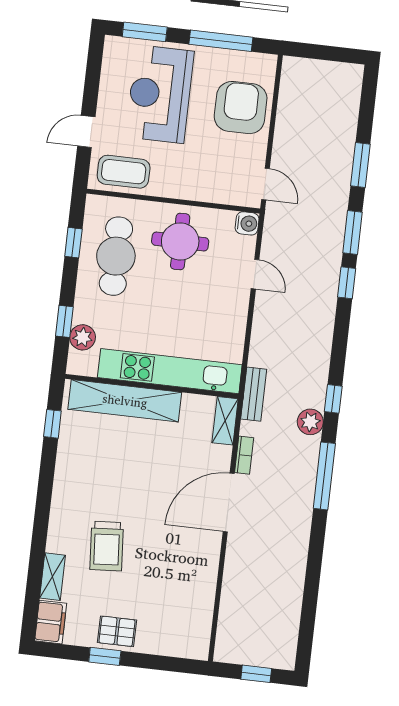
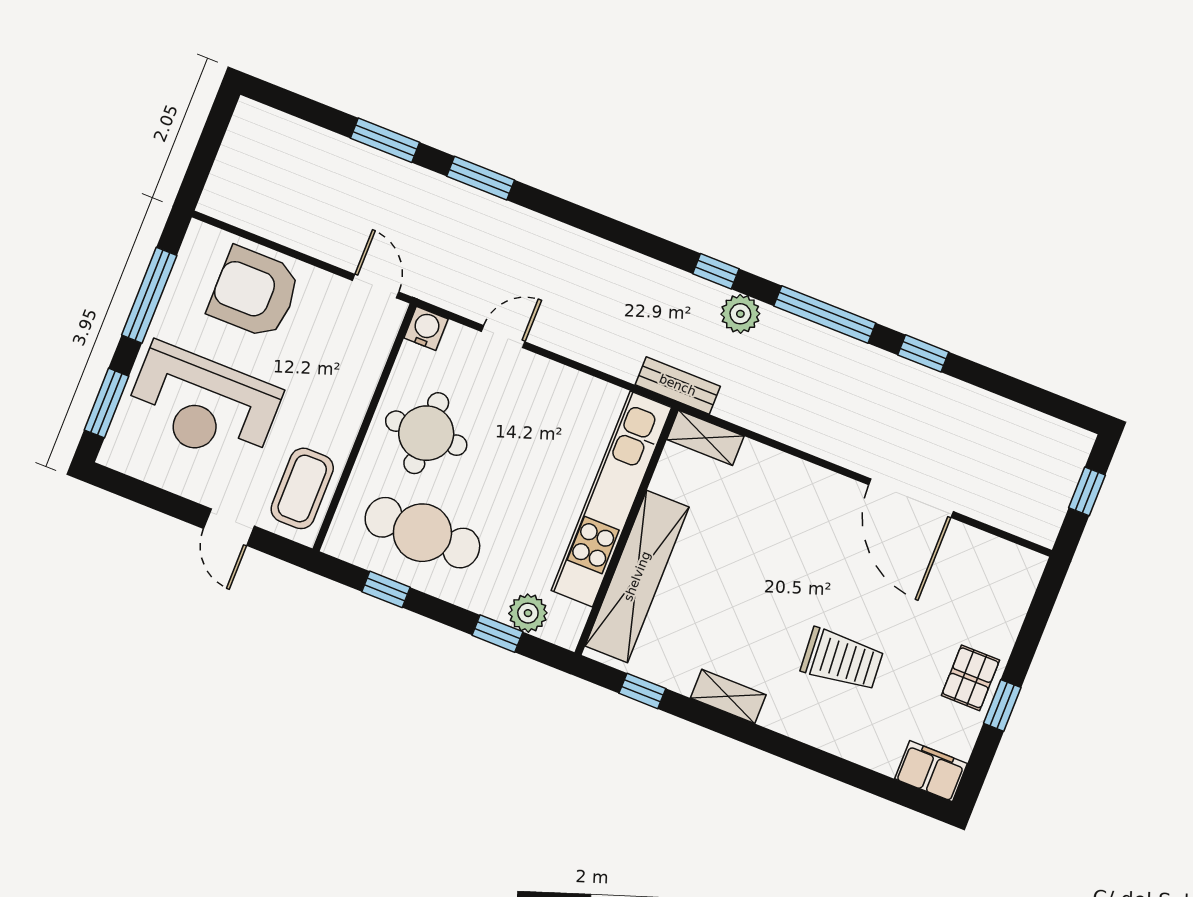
door: (265, 184) -> (376, 286), hinge flipped
window: (347, 283) -> (923, 353), moved
bookcase: (244, 455) -> (763, 424), removed
door: (229, 503) -> (911, 498), moved
shelving: (52, 577) -> (728, 696), moved

